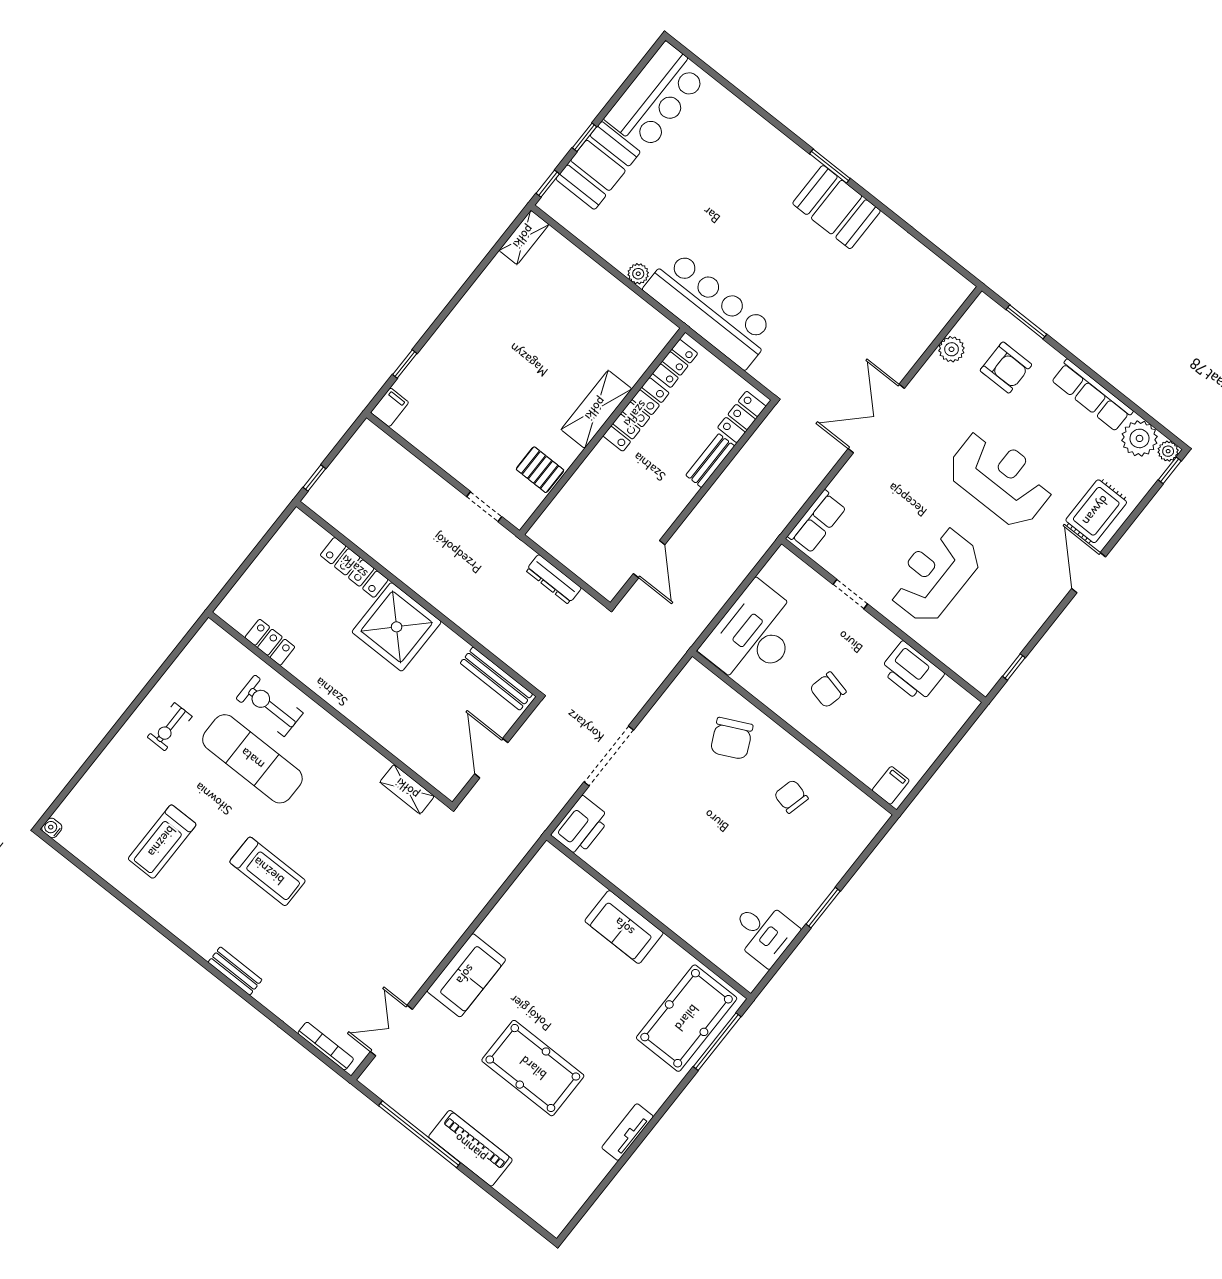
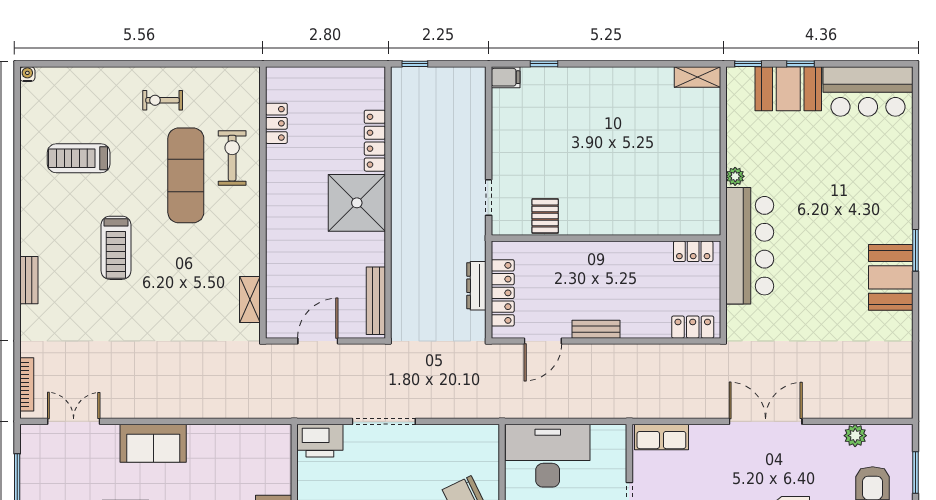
shelving: (596, 409) -> (618, 222), removed
locker: (636, 414) -> (503, 293), moved, turned -90
bench: (710, 461) -> (596, 329), moved

